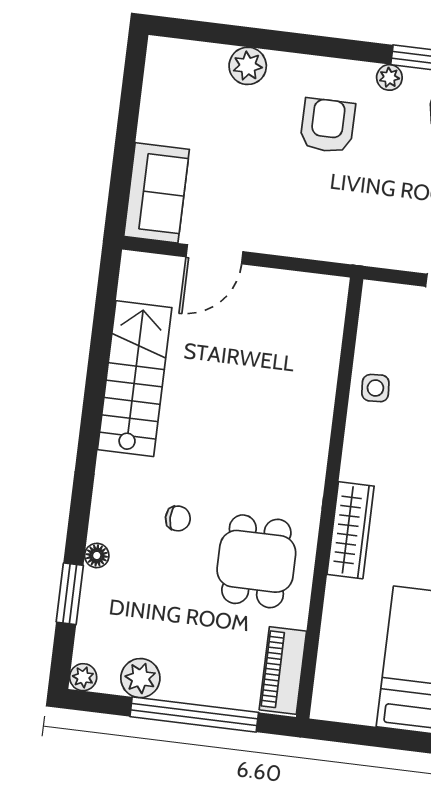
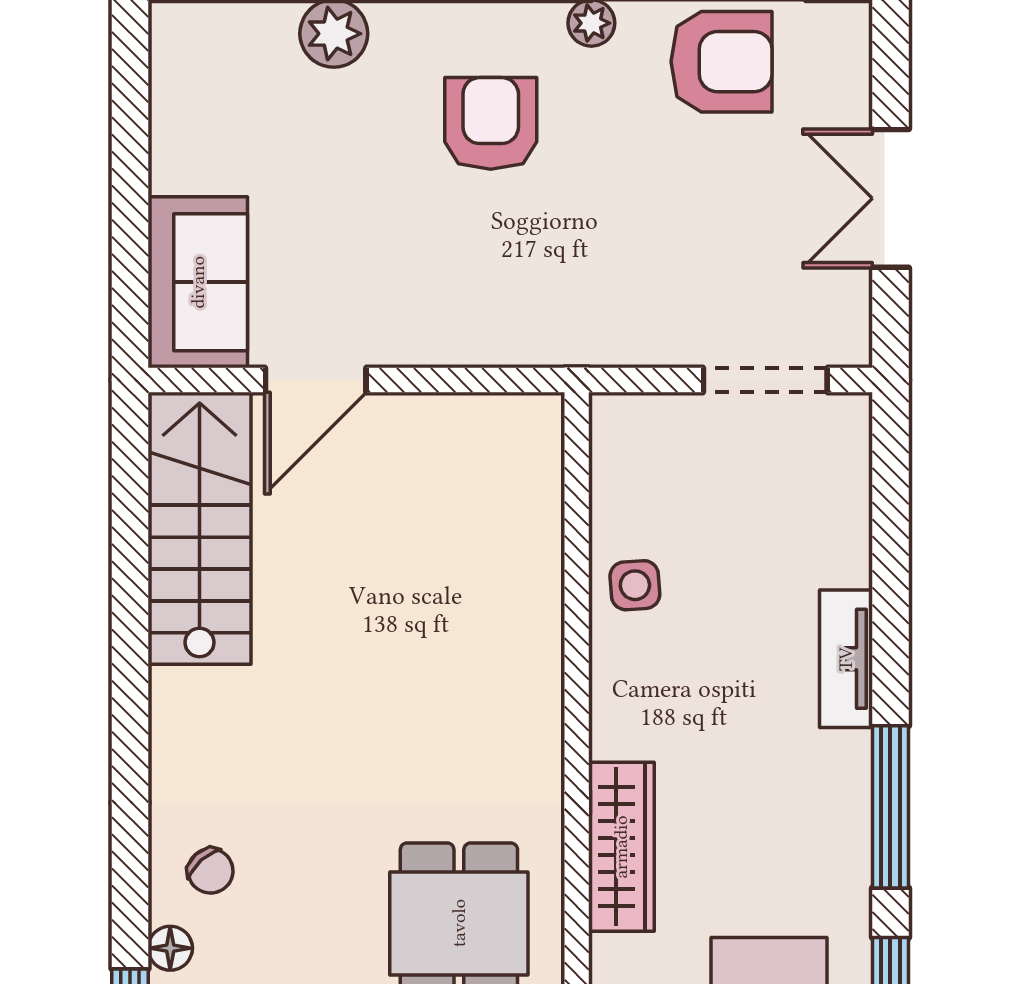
stairs: (135, 379) -> (200, 528), moved
chair: (178, 518) -> (210, 871), moved, turned 48

